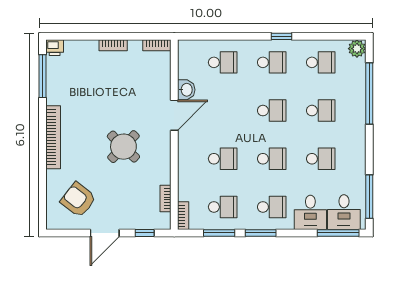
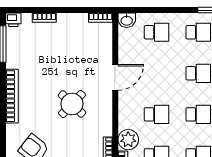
bookcase: (113, 45) -> (44, 18), moved
washbasin: (186, 90) -> (127, 20), moved, turned 90
plant: (189, 188) -> (128, 140), added

